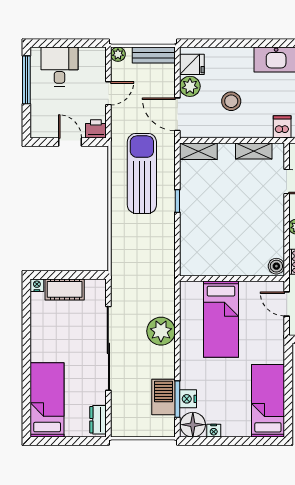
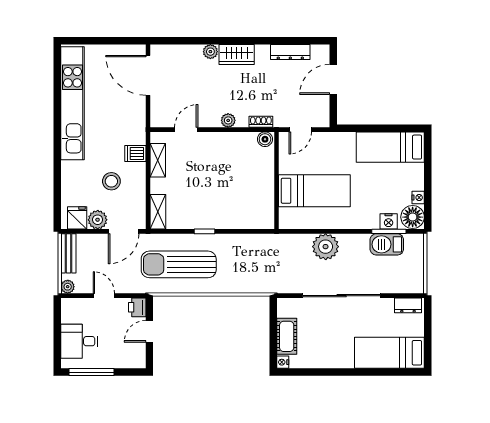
dishwasher: (282, 127) -> (135, 153), moved

